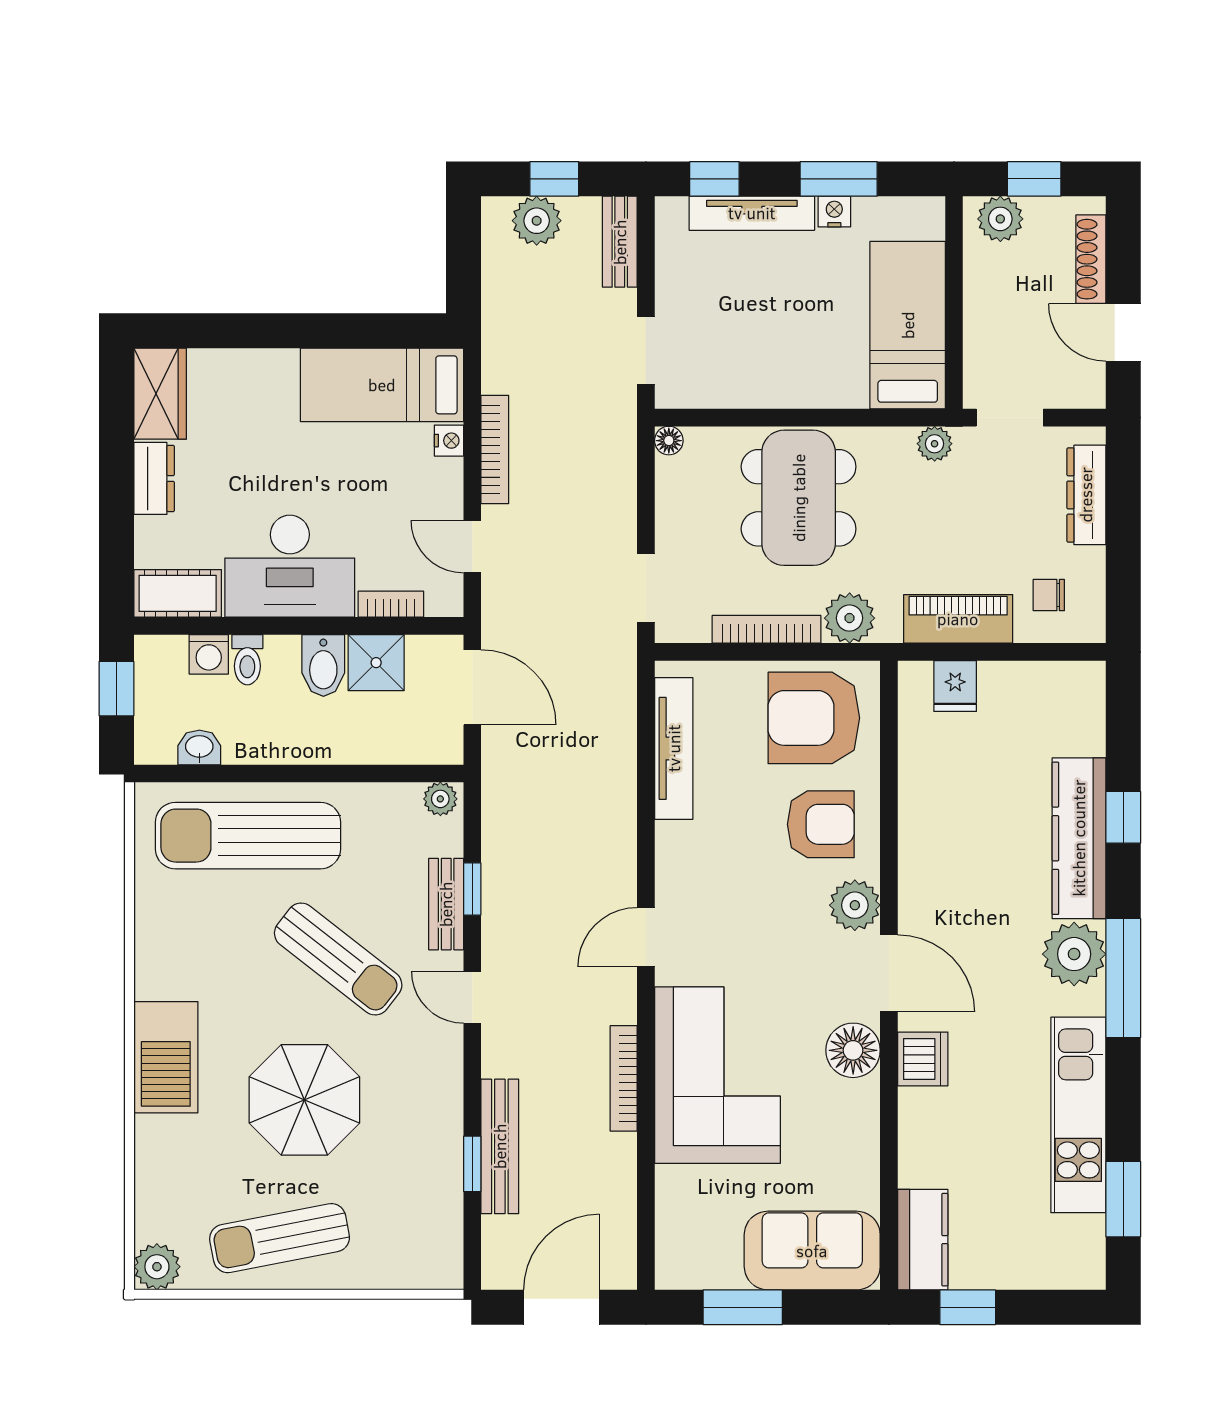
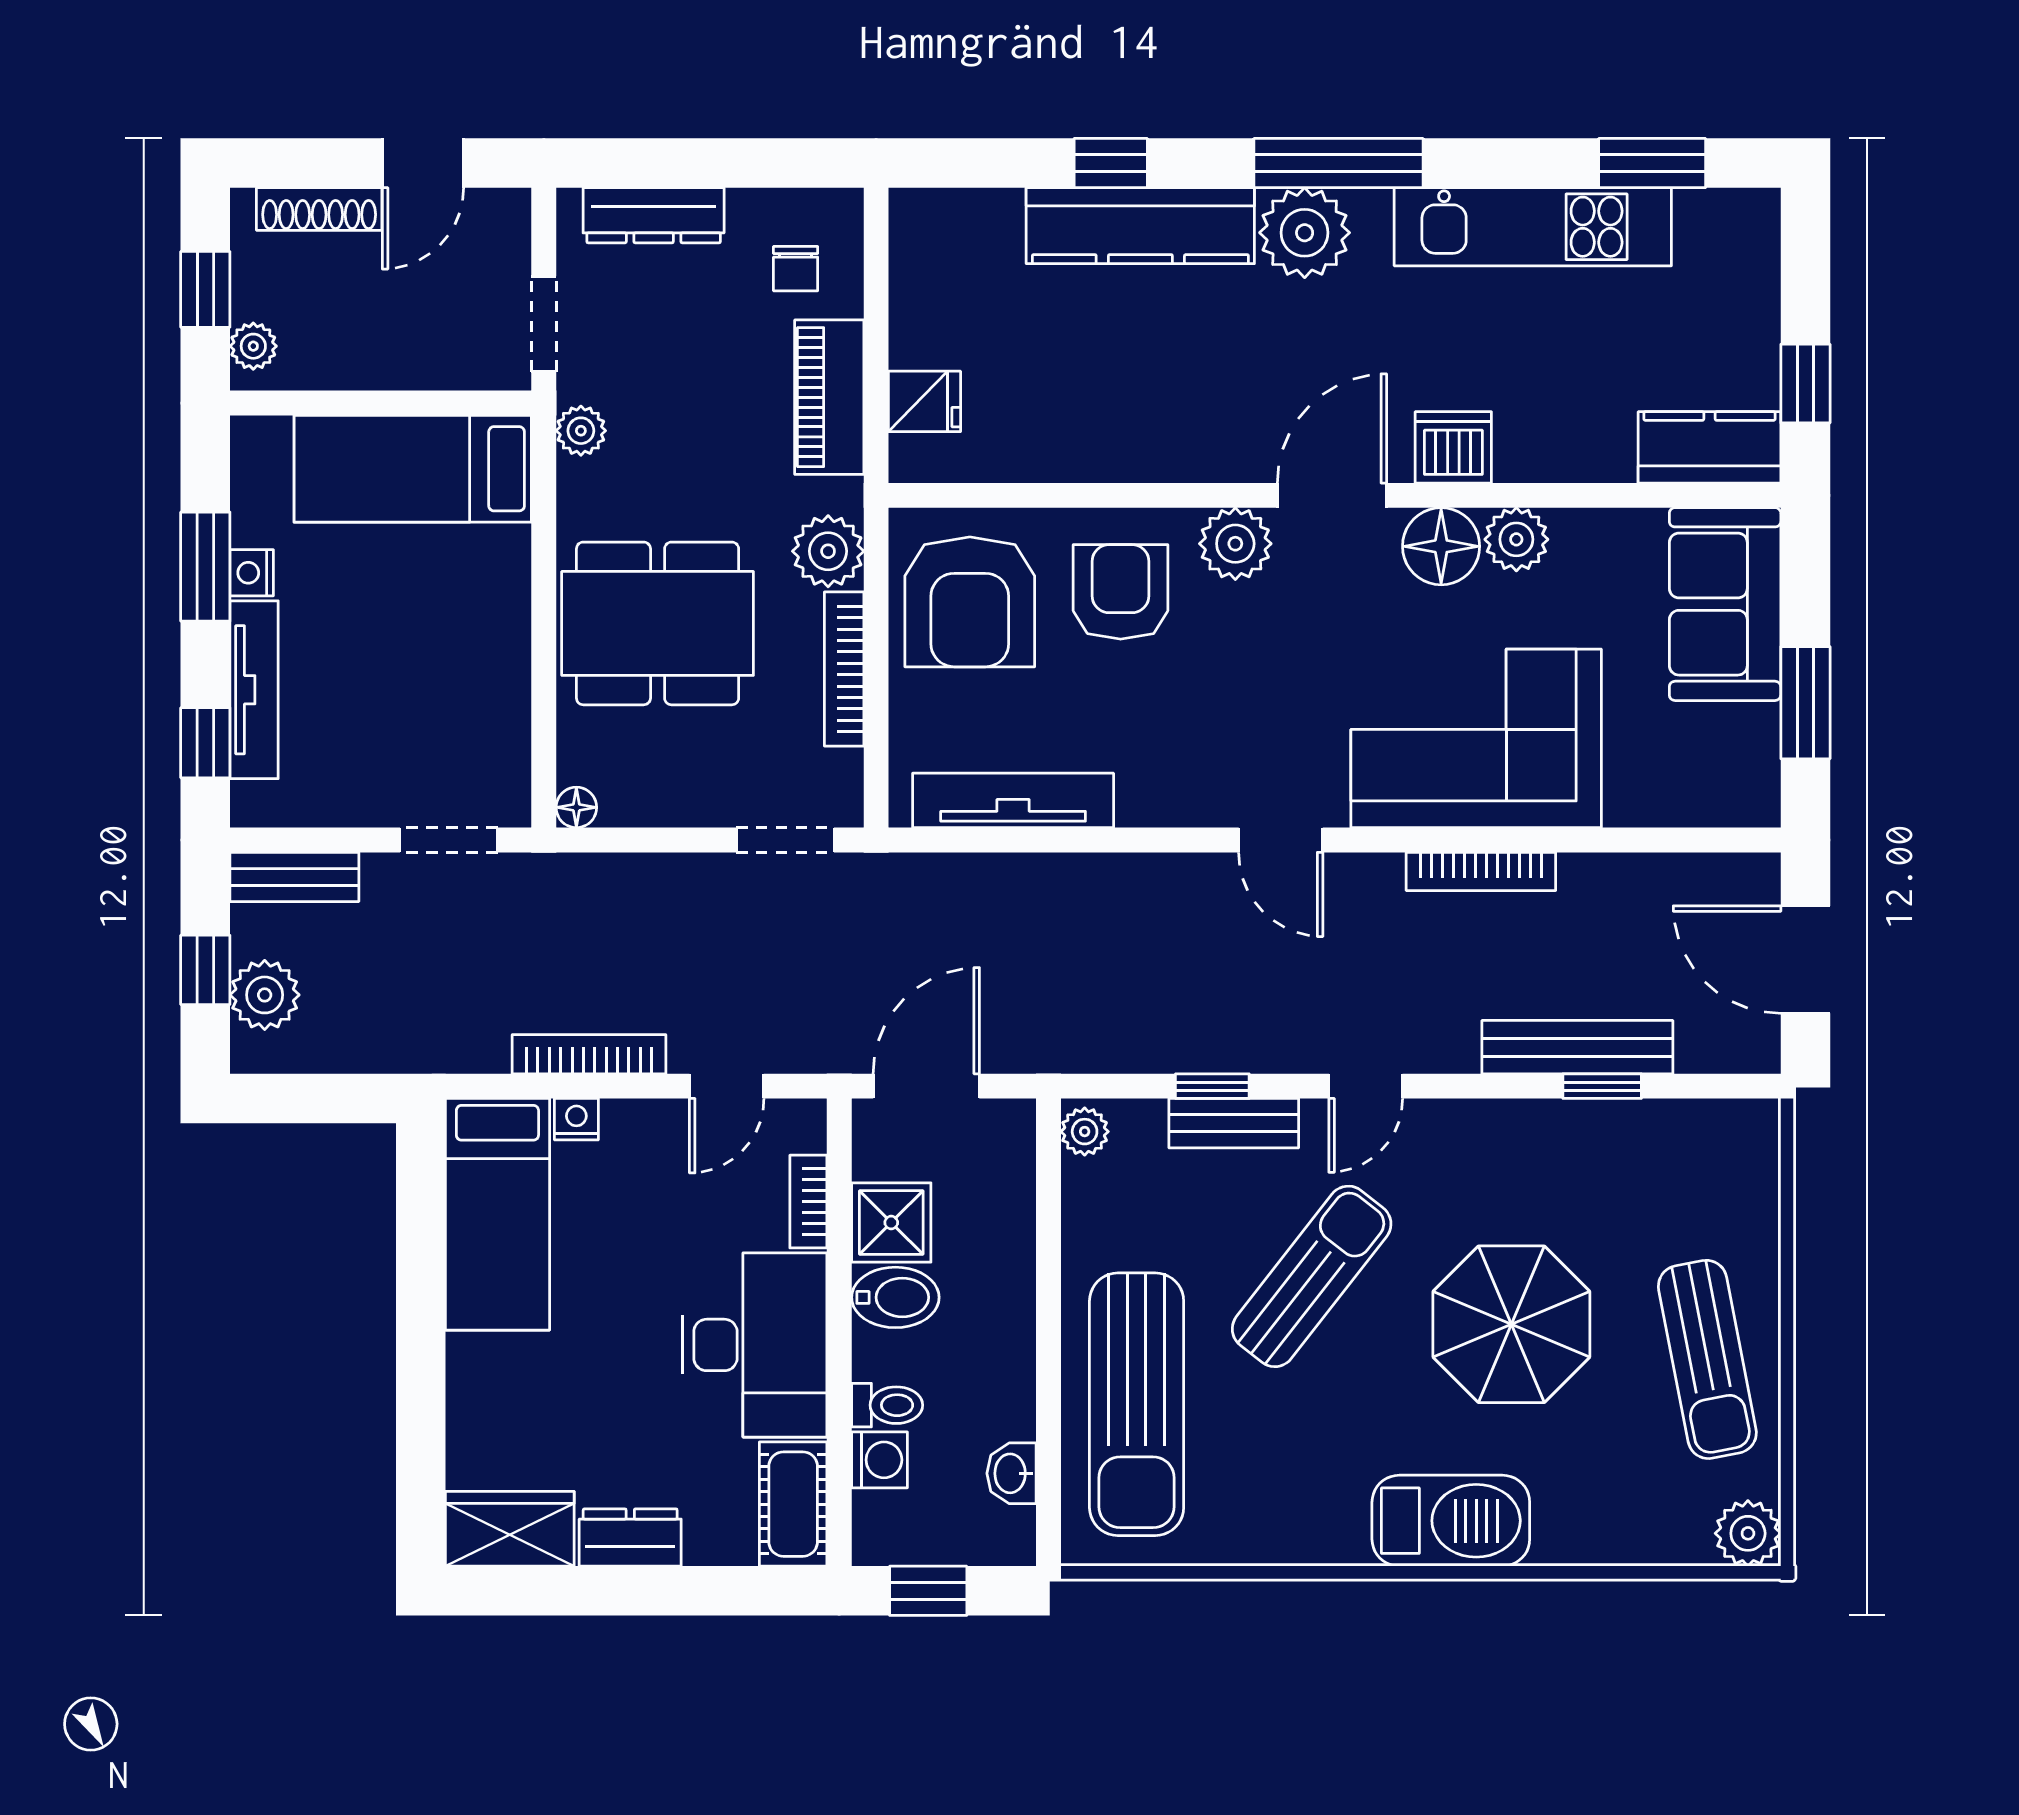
plant: (1000, 219) -> (253, 346), width x0.73, depth x0.73
plant: (858, 1103) -> (1516, 539), added

